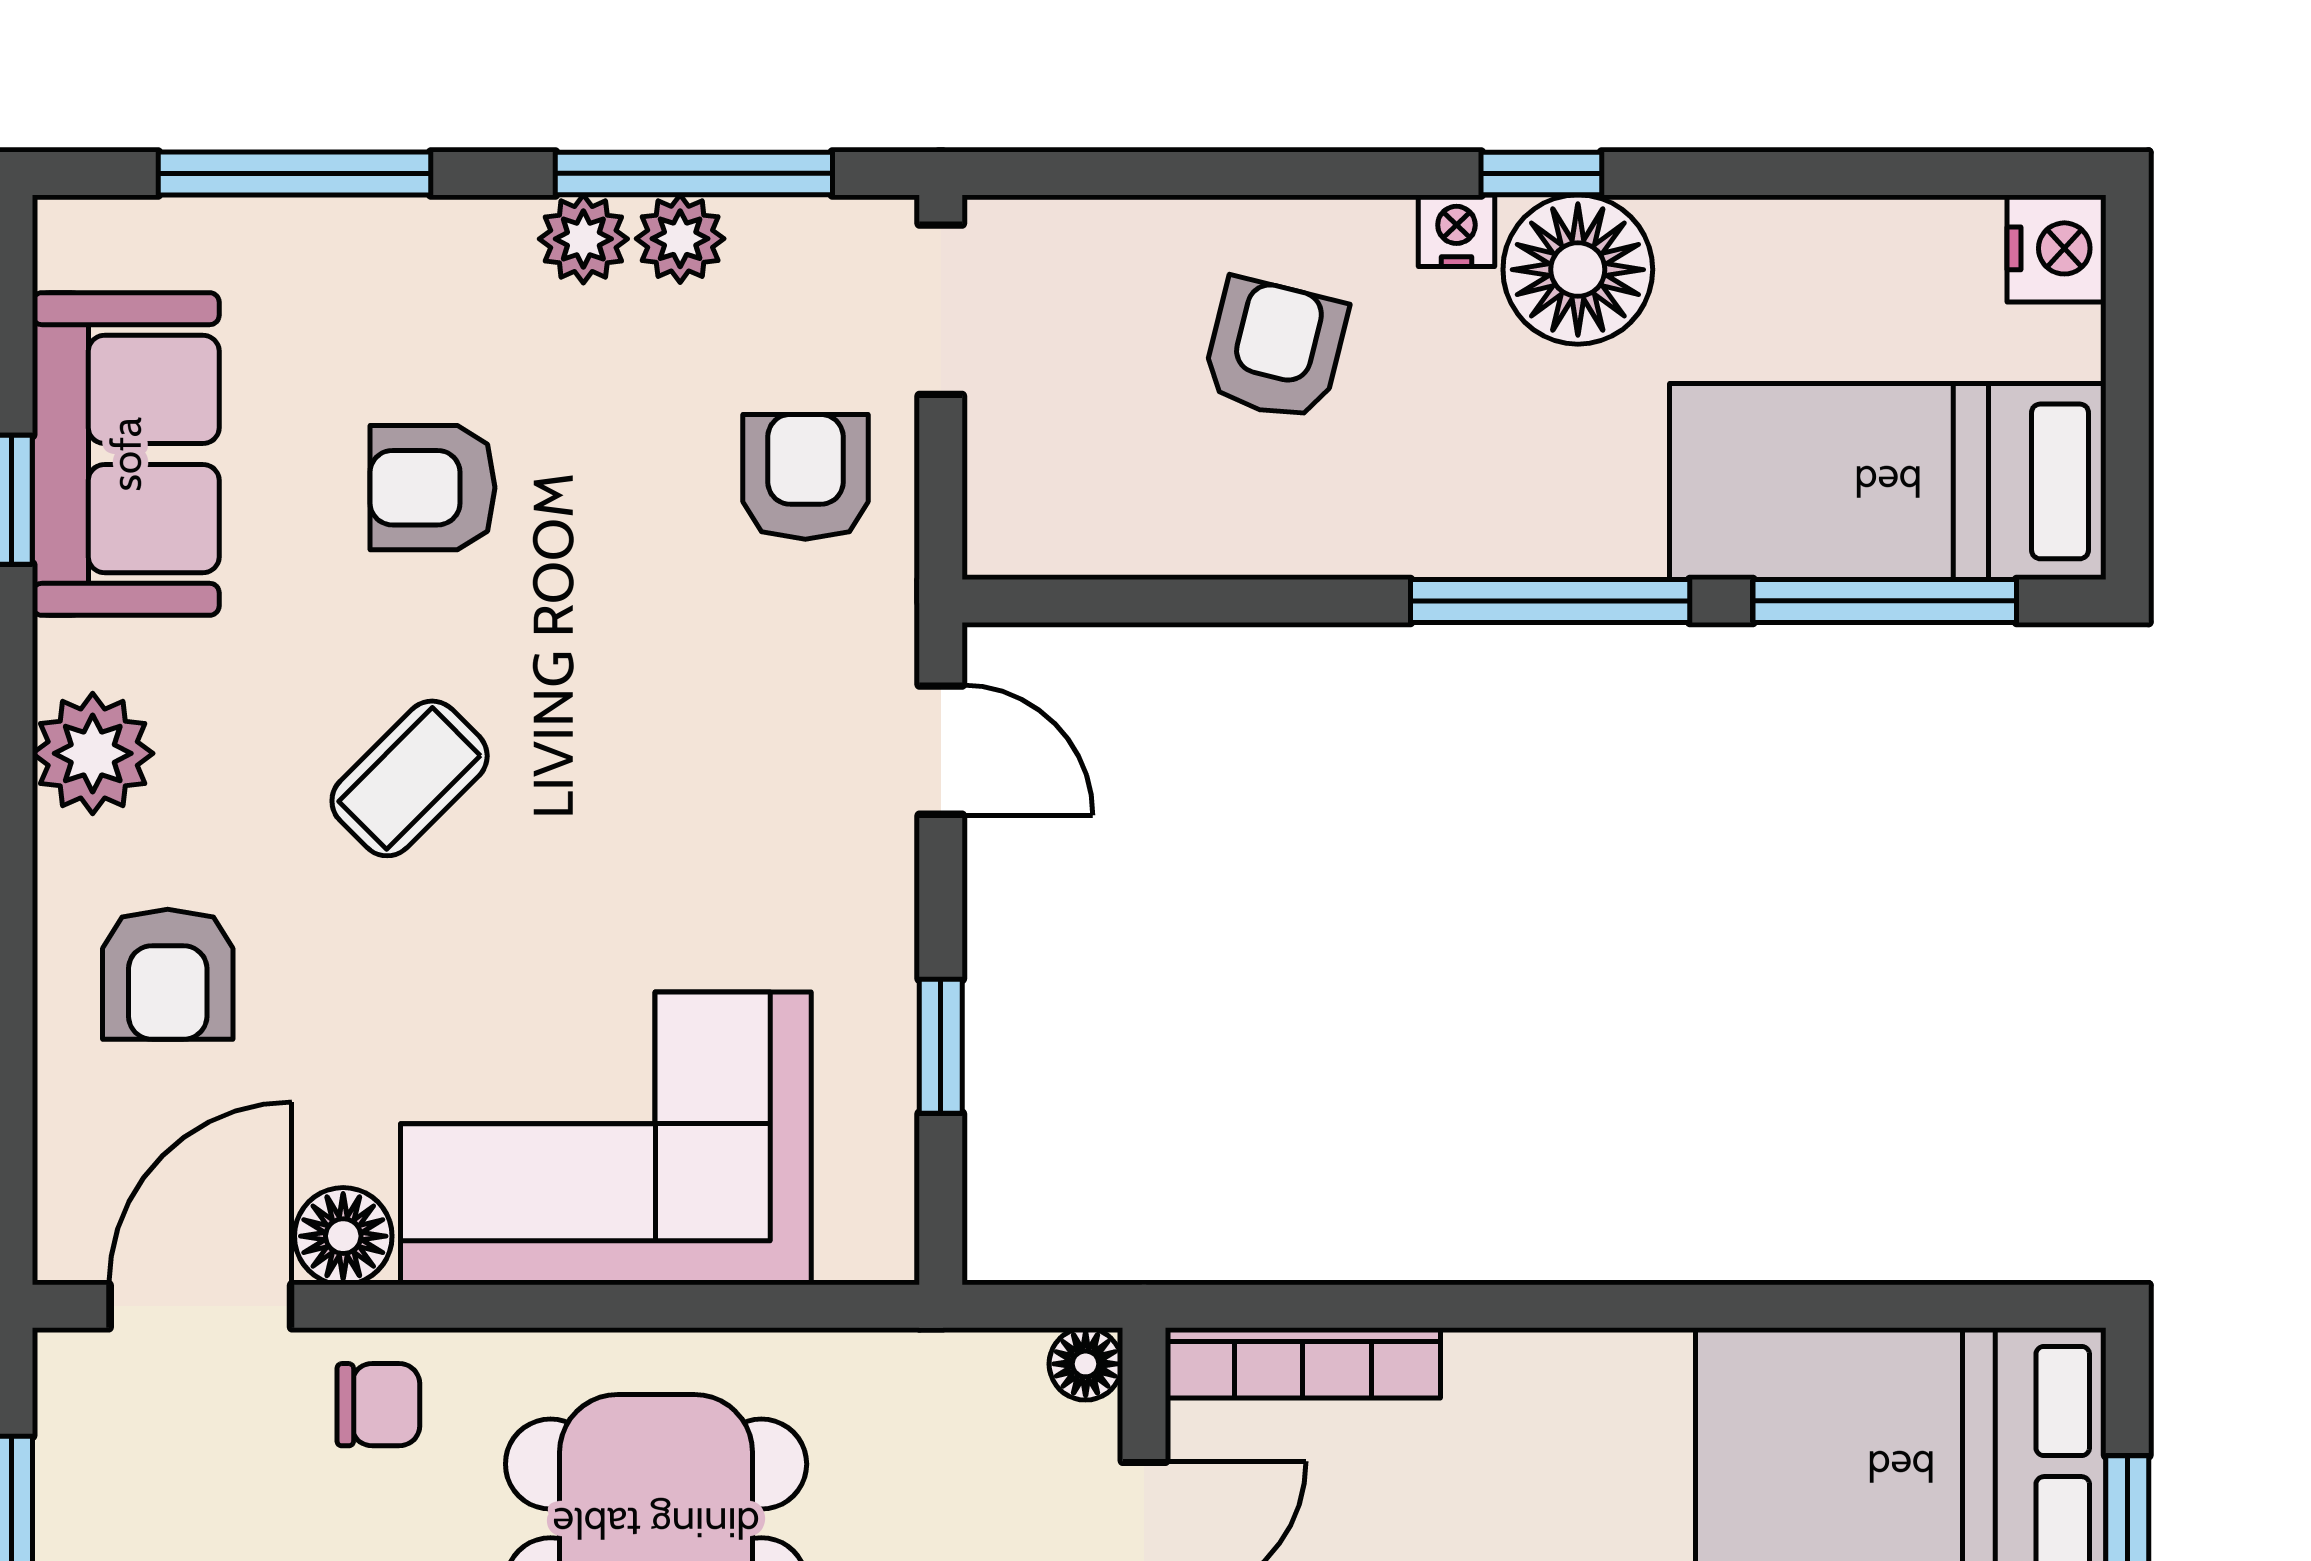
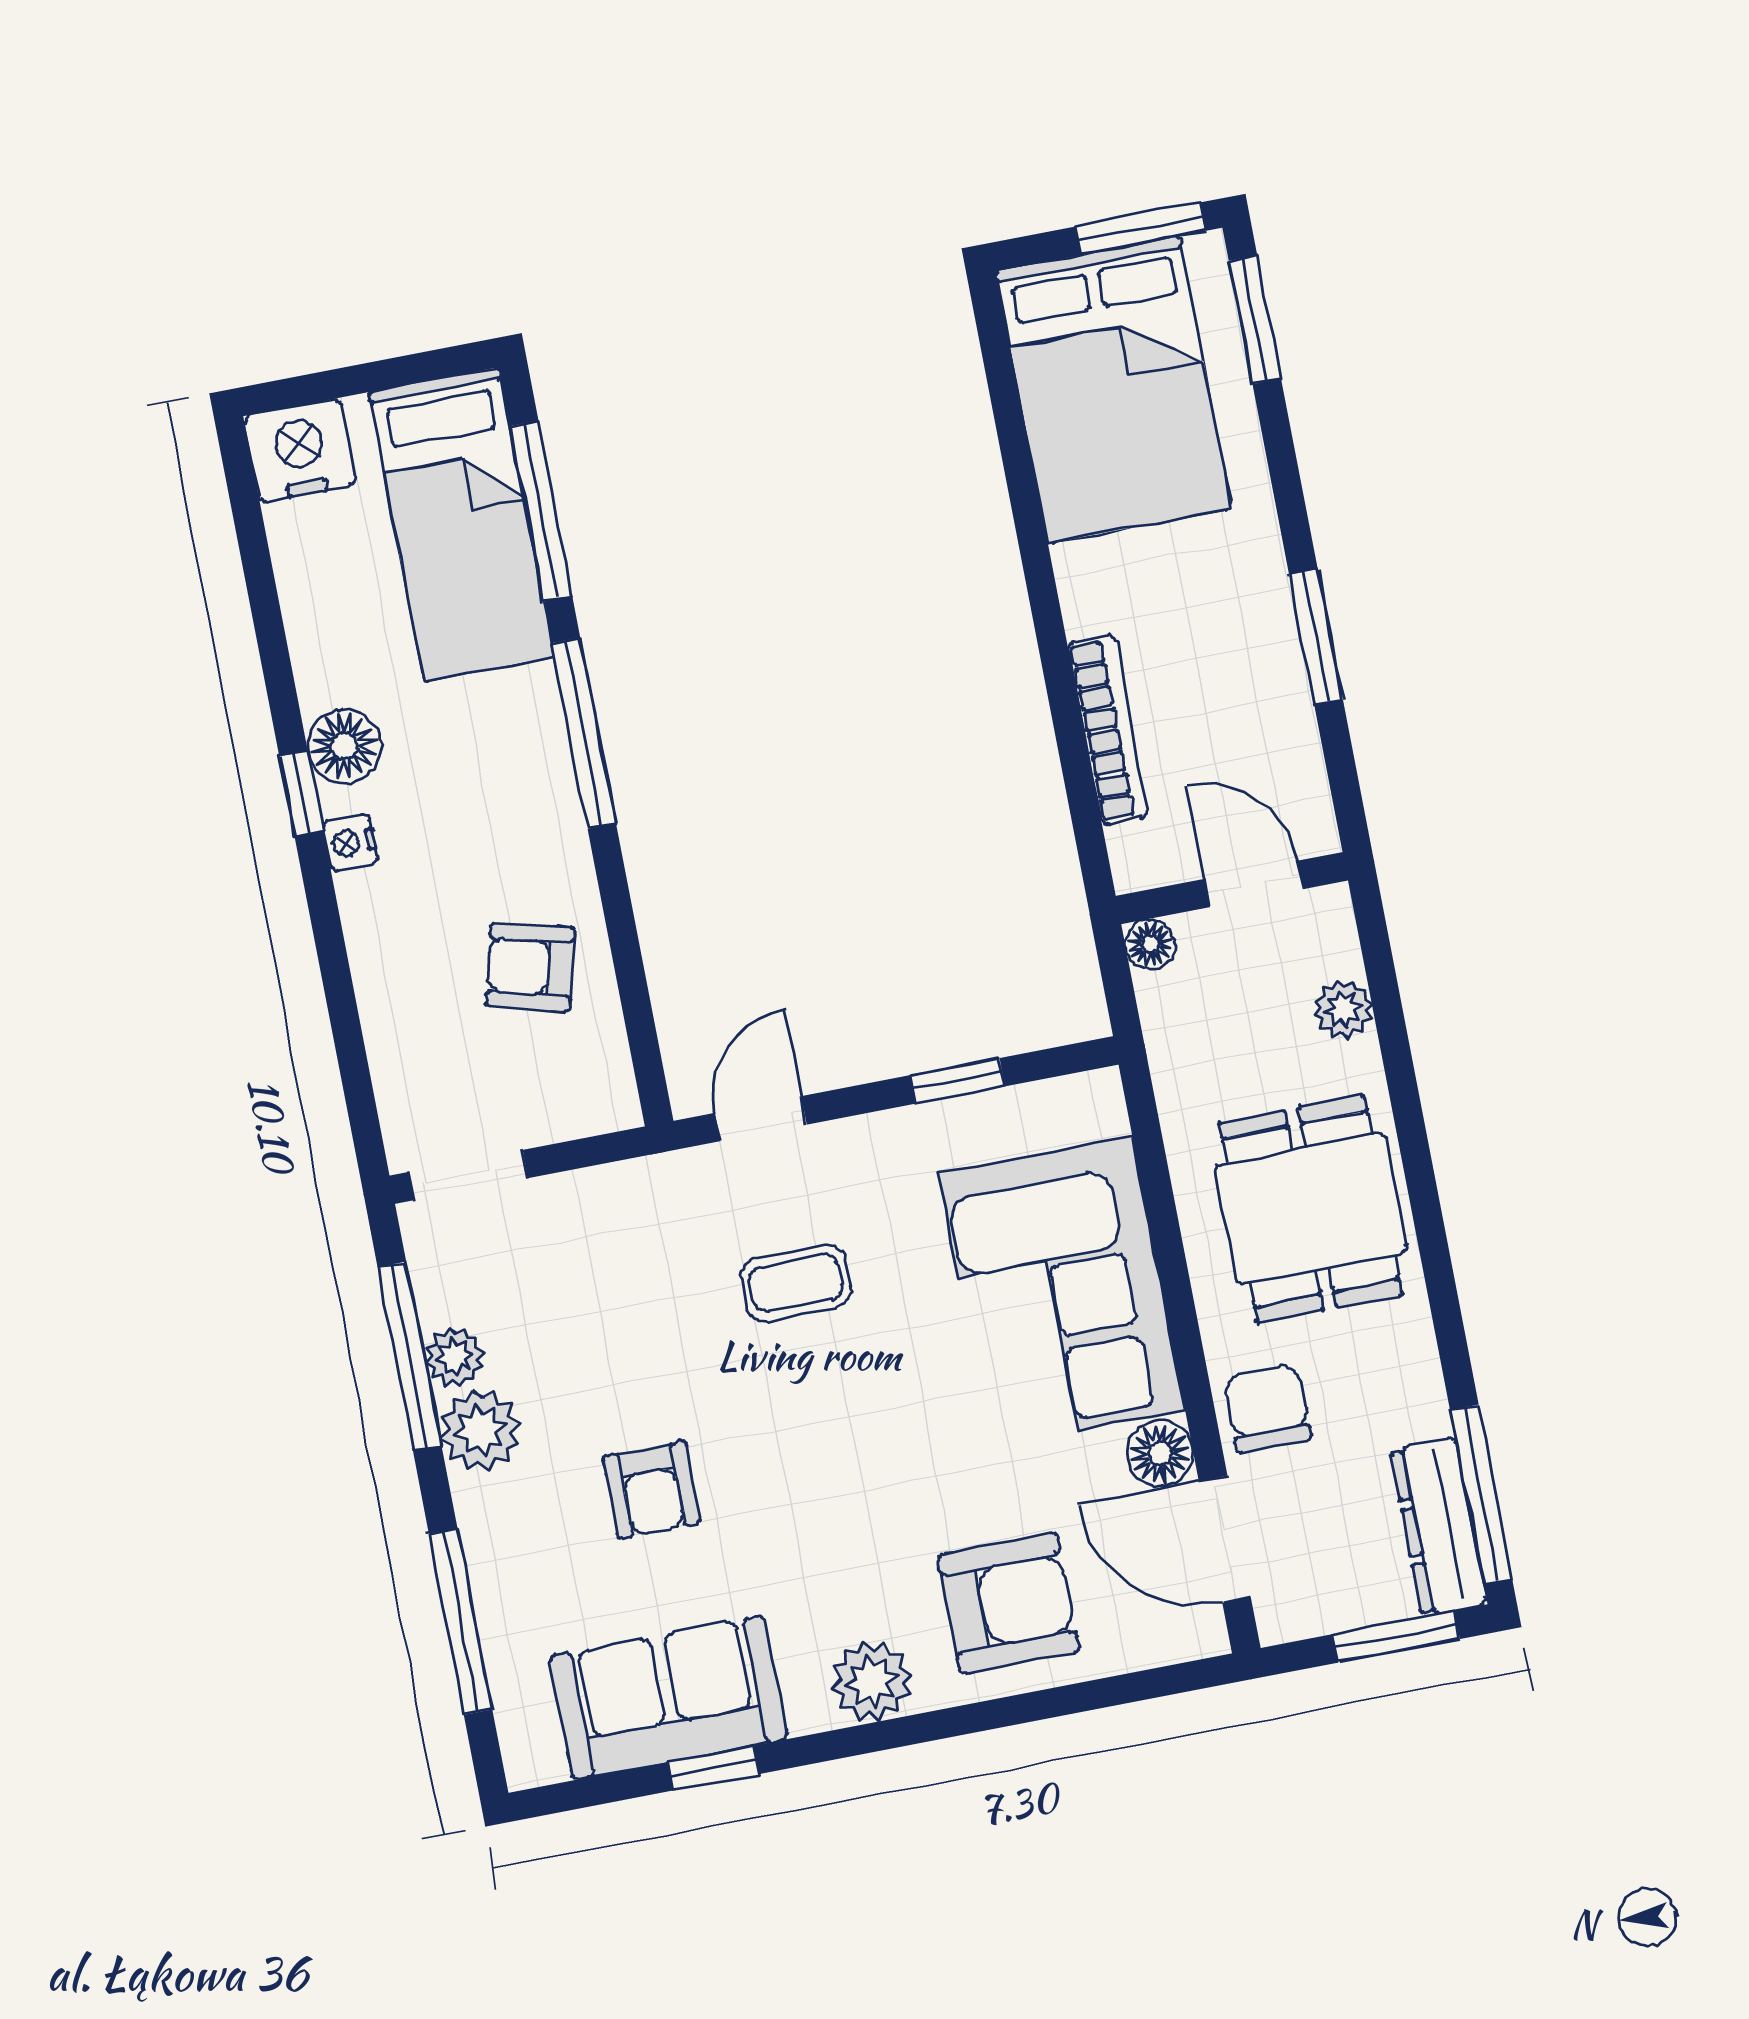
plant: (583, 239) -> (480, 1430), width x1.38, depth x1.38
nightstand: (2056, 248) -> (300, 450), width x1.36, depth x1.33
floor lamp: (1578, 270) -> (344, 746), width x0.73, depth x0.73
armchair: (1275, 349) -> (530, 967), moved
armchair: (805, 477) -> (597, 1243), removed
coffee table: (410, 778) -> (796, 1283), moved, turned -45
armchair: (168, 974) -> (1009, 1603), width x1.38, depth x1.38
bookcase: (1303, 1363) -> (1108, 730), moved
chair: (378, 1405) -> (1267, 1409), width x1.37, depth x1.37

